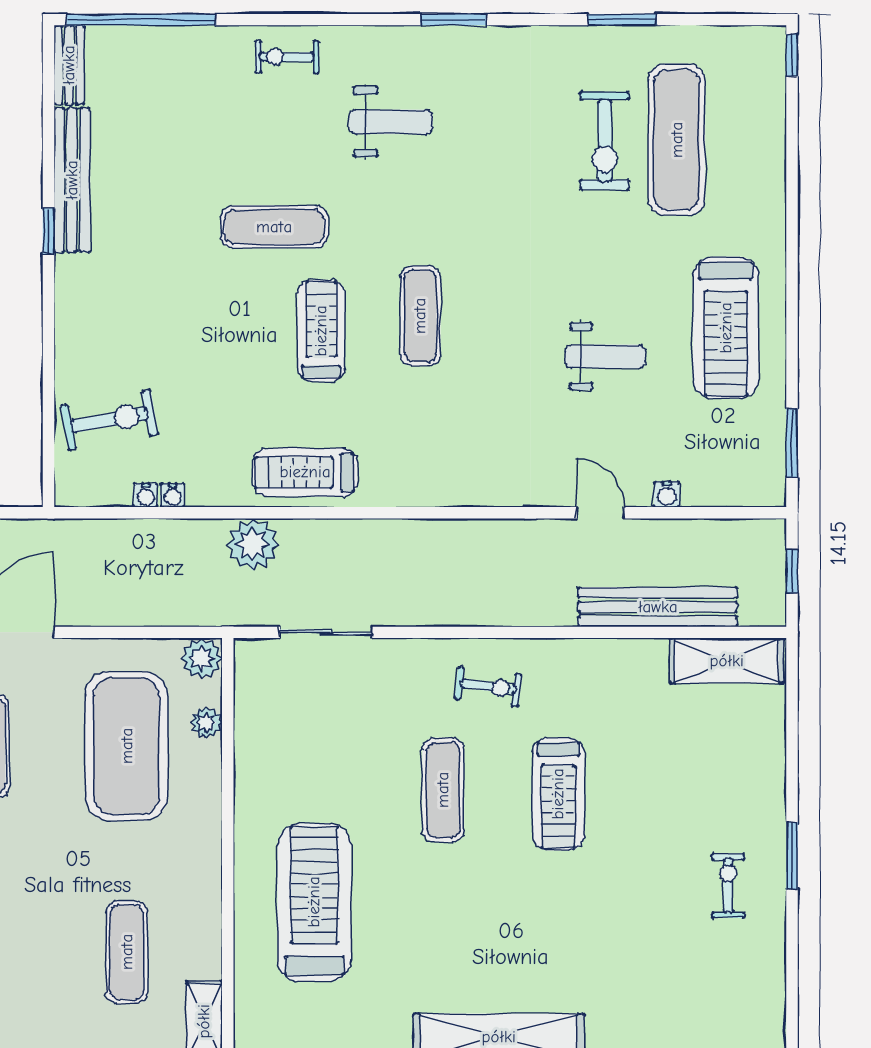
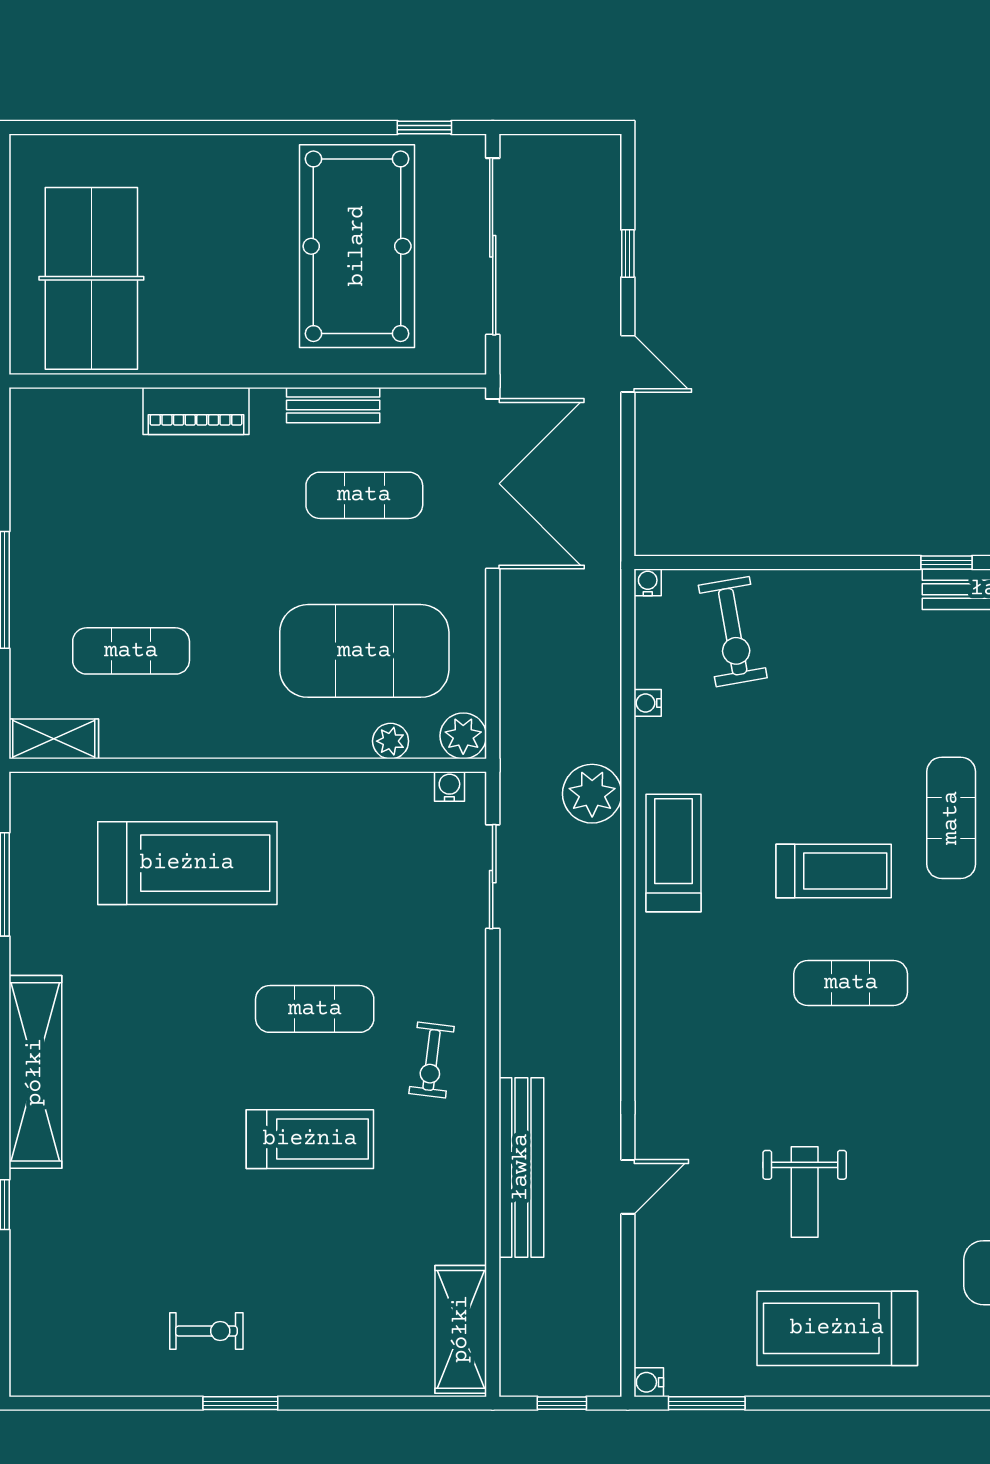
water cooler: (667, 494) -> (649, 1382), moved
water cooler: (146, 495) -> (648, 582), moved, turned 90
bench: (658, 607) -> (521, 1167), moved
water cooler: (247, 671) -> (449, 787), added
treadmill: (558, 794) -> (310, 1139), turned 180

